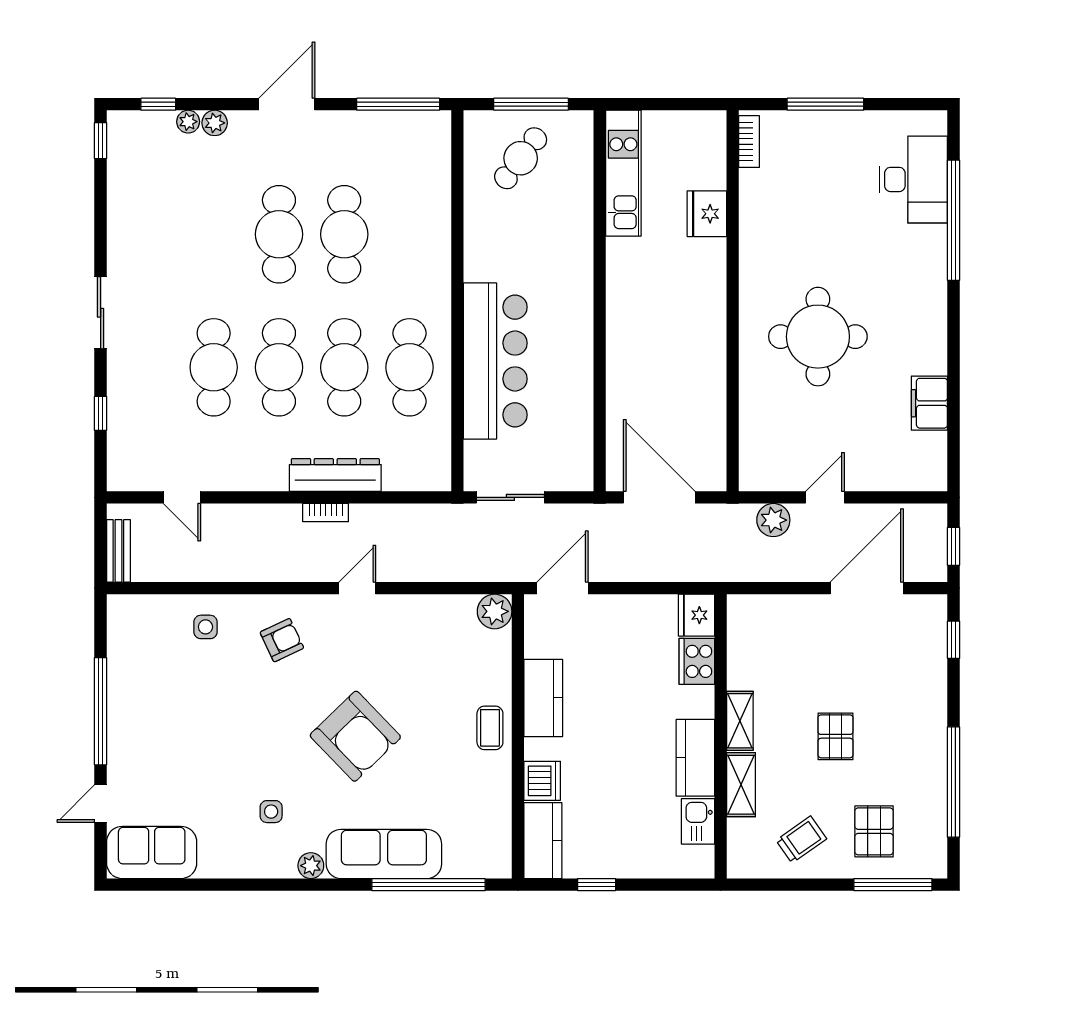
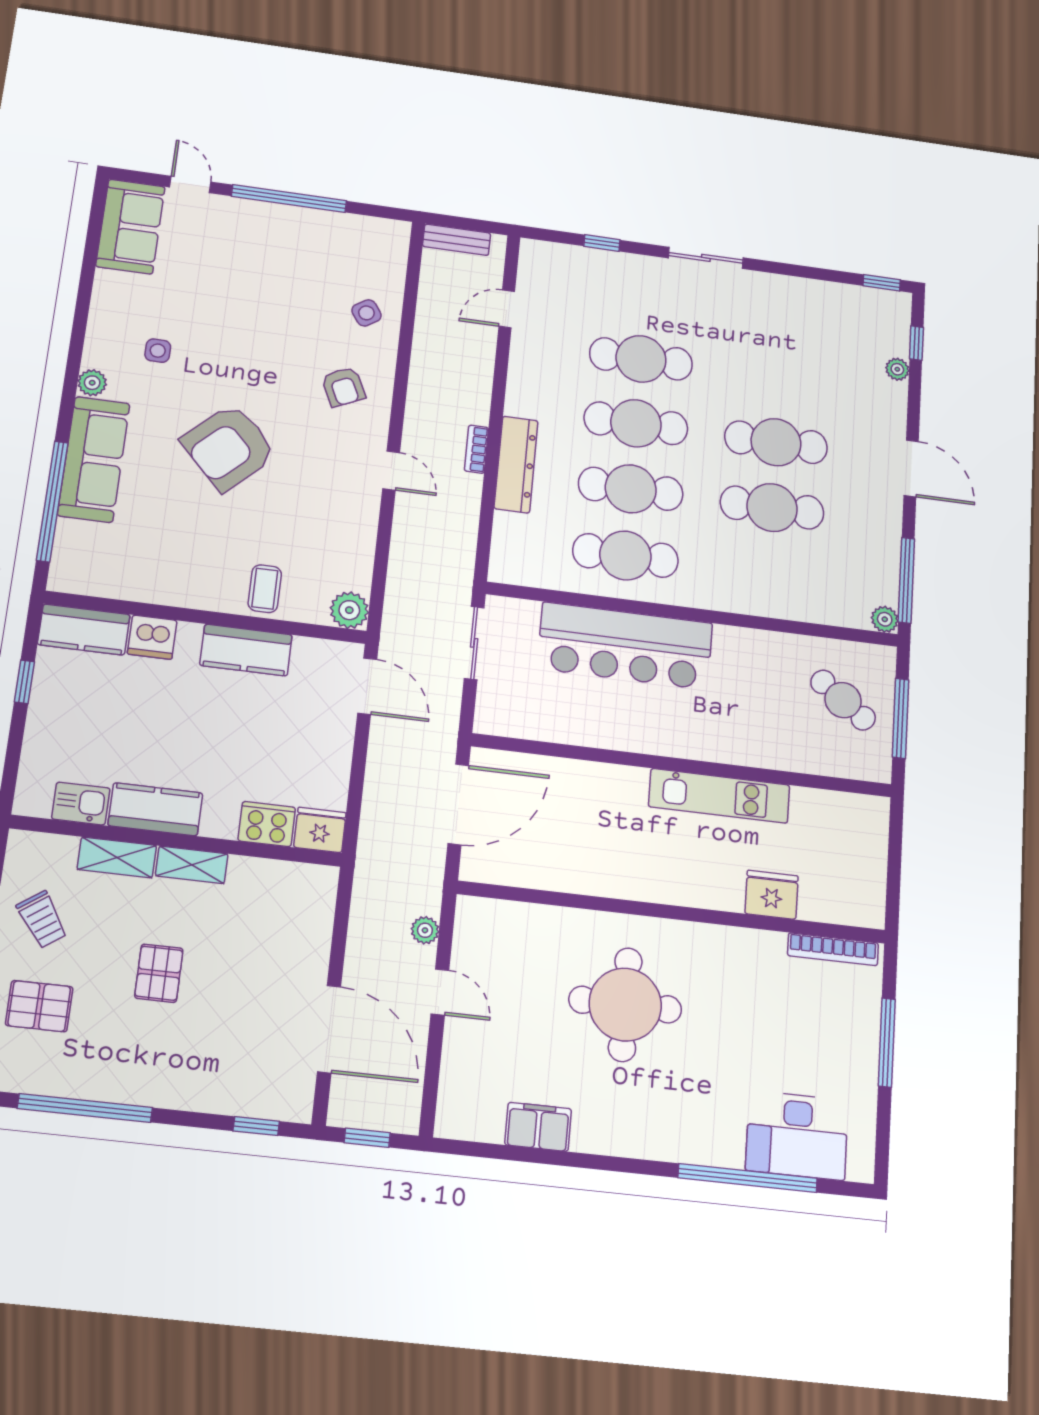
plant: (215, 123) -> (885, 619), moved
bookcase: (749, 142) -> (833, 949), width x1.56
kitchen unit: (623, 173) -> (719, 796), moved
plant: (773, 520) -> (425, 930), width x0.73, depth x0.73
side table: (205, 627) -> (366, 313), turned -34
coffee table: (490, 728) -> (265, 589), moved, turned 90
pallet: (836, 736) -> (159, 973), turned 90

